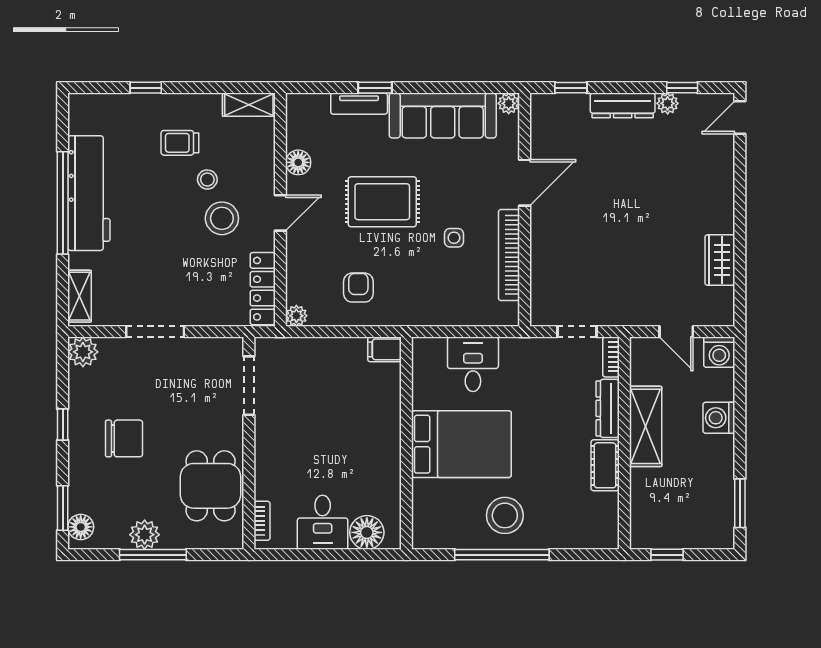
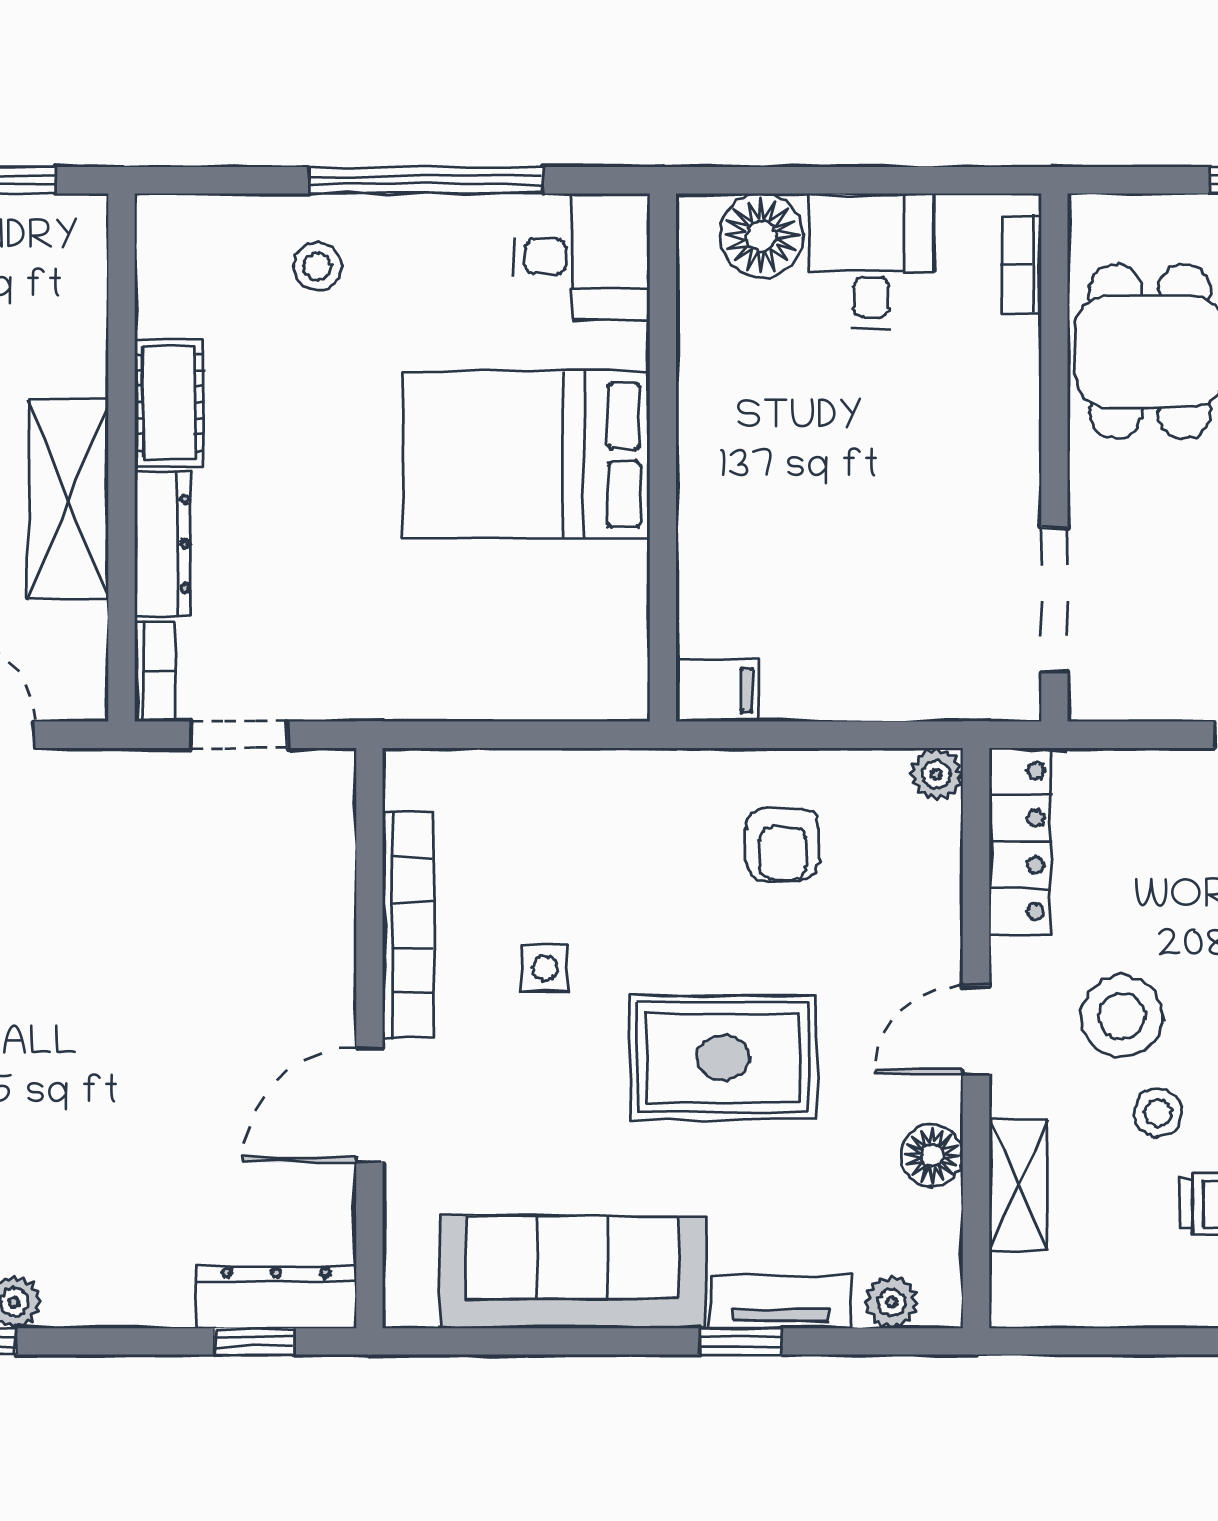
plant: (509, 103) -> (892, 1302), moved
shelving: (249, 105) -> (1019, 1184), moved, turned 90
dresser: (623, 105) -> (276, 1297), moved
desk: (473, 364) -> (582, 256), moved, turned -90
stool: (505, 515) -> (317, 267), moved, width x0.53, depth x0.53

